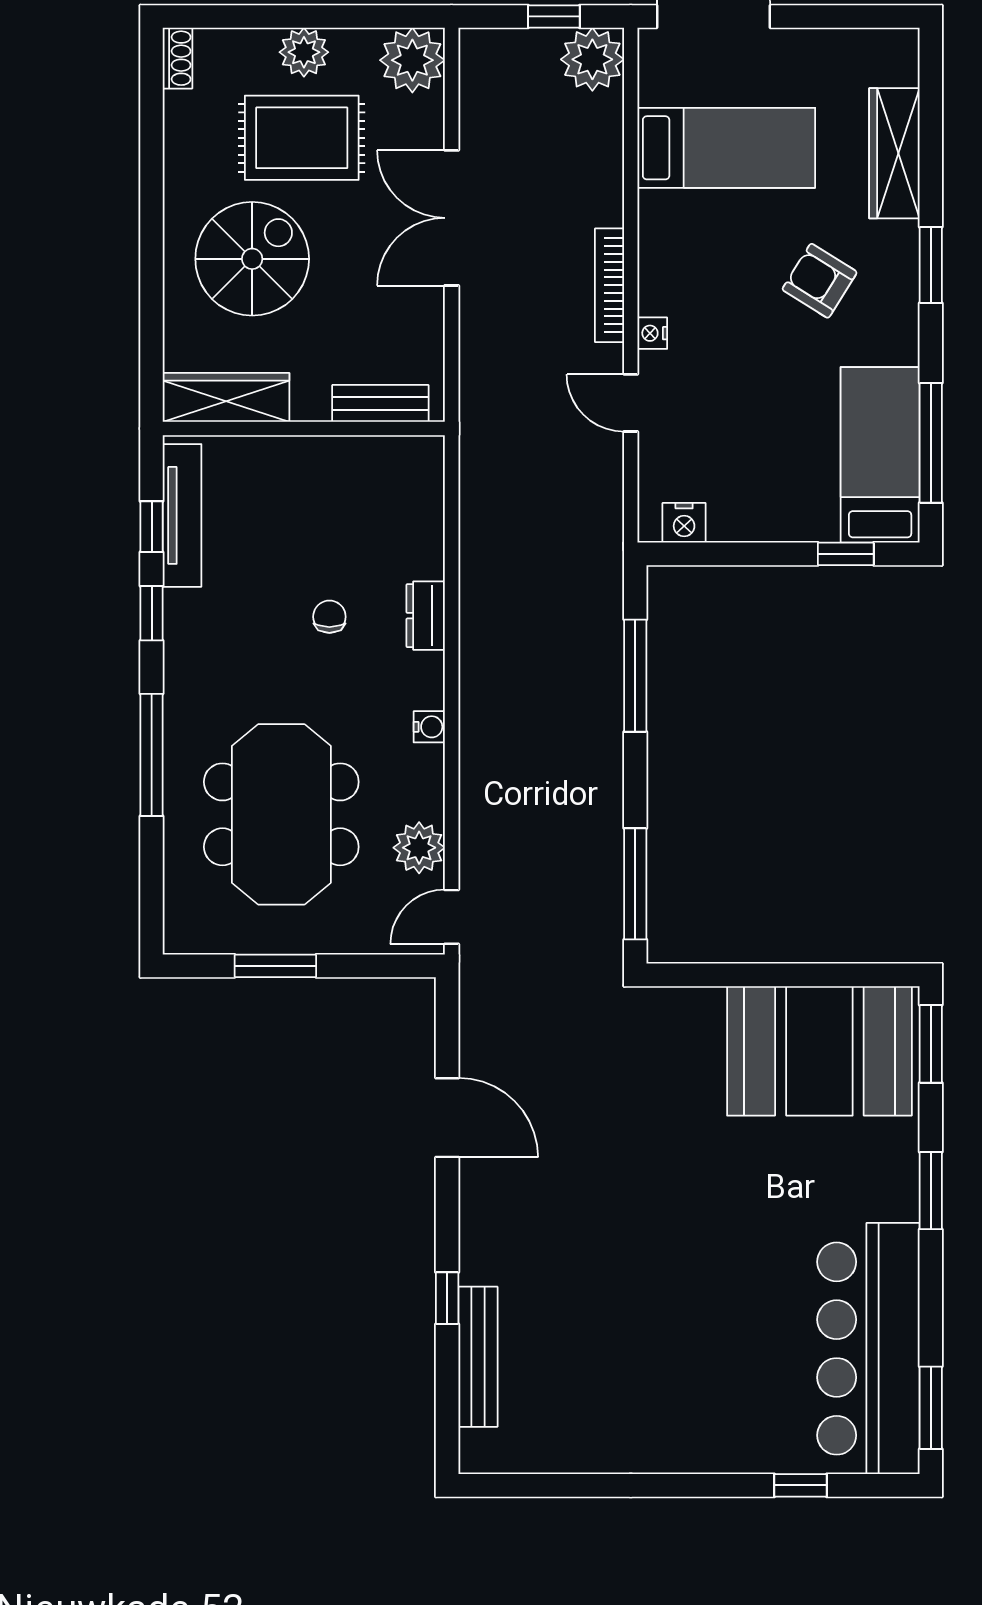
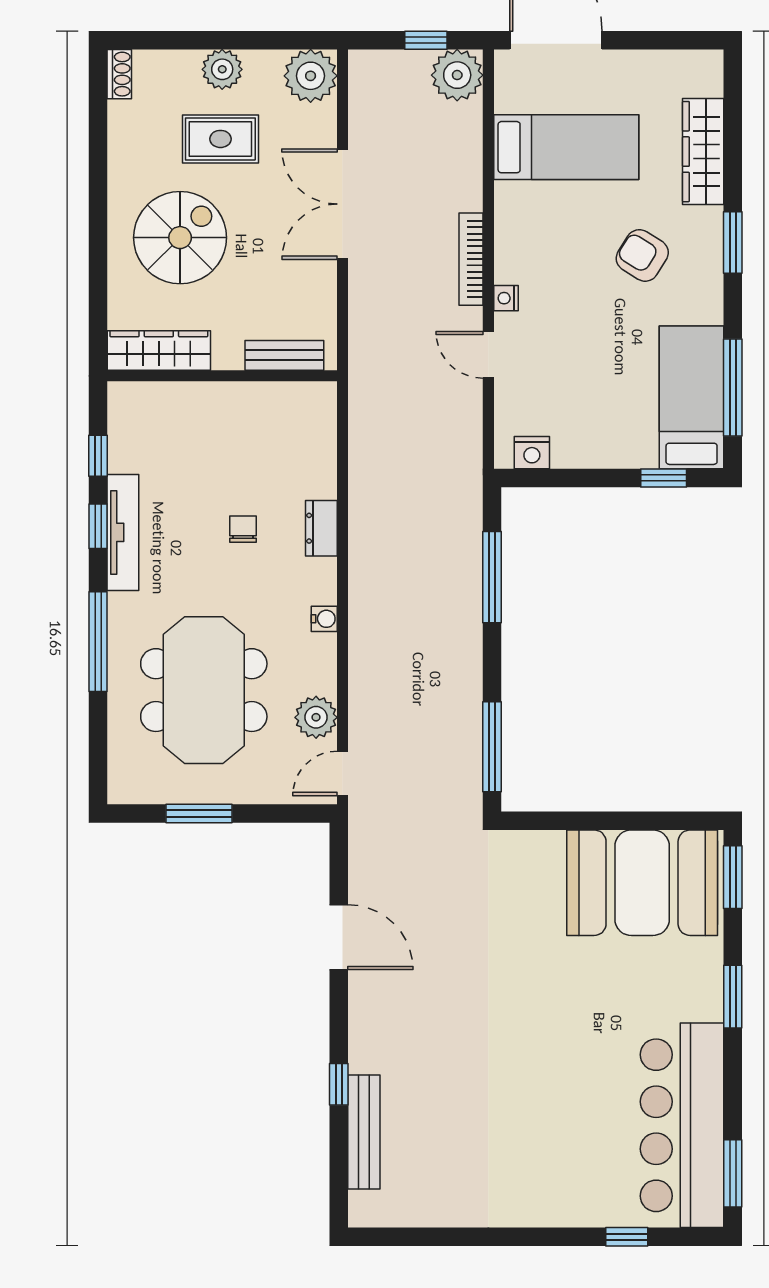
rug: (302, 138) -> (220, 139), width x0.73, depth x0.70
tv unit: (182, 515) -> (123, 532), moved

